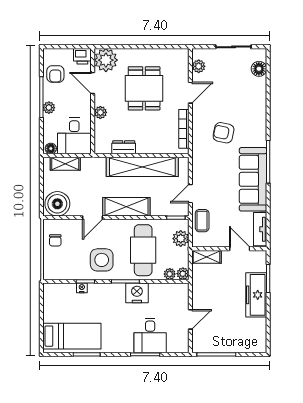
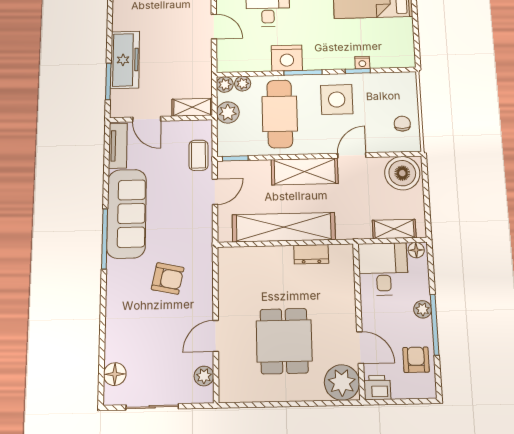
plant: (100, 112) -> (347, 304), removed
bookcase: (184, 129) -> (225, 283), removed
plant: (181, 239) -> (228, 113), moved
door: (190, 319) -> (214, 26), swing flipped

